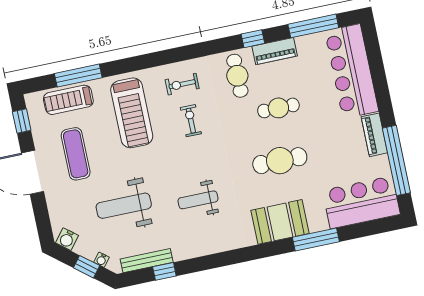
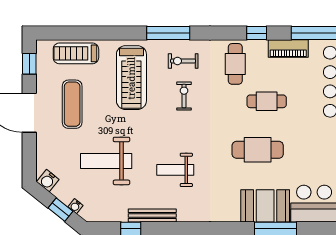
piano: (275, 51) -> (288, 49), moved
window: (78, 76) -> (168, 33), moved
booth: (280, 222) -> (265, 206), moved
bench: (147, 261) -> (152, 216), moved

